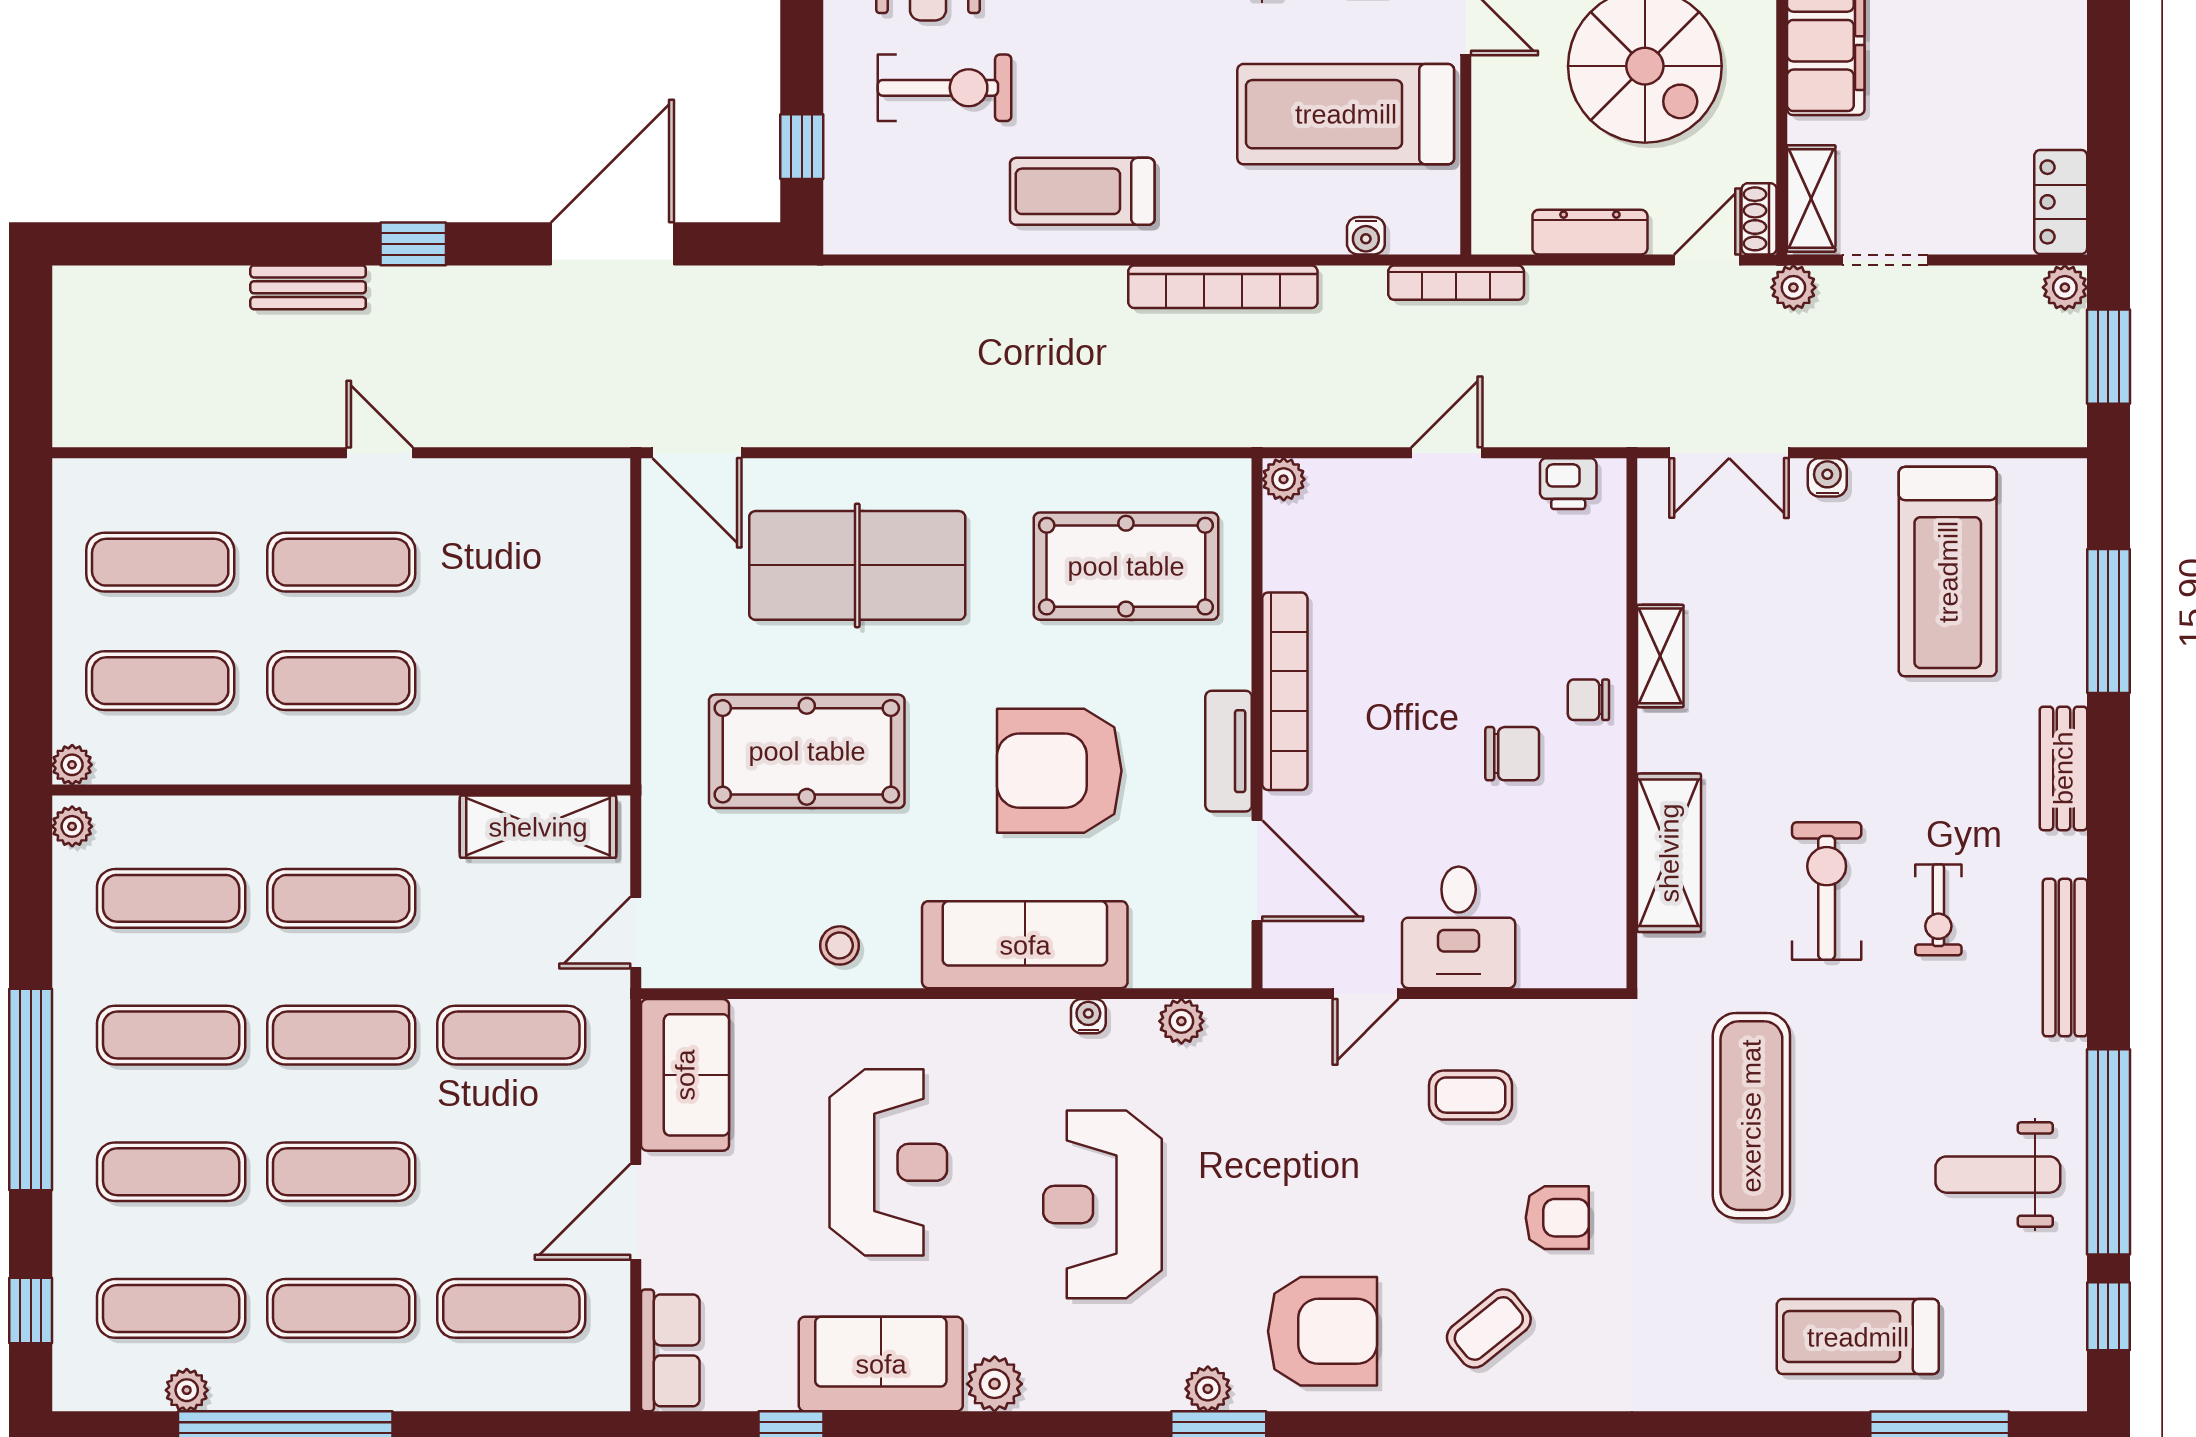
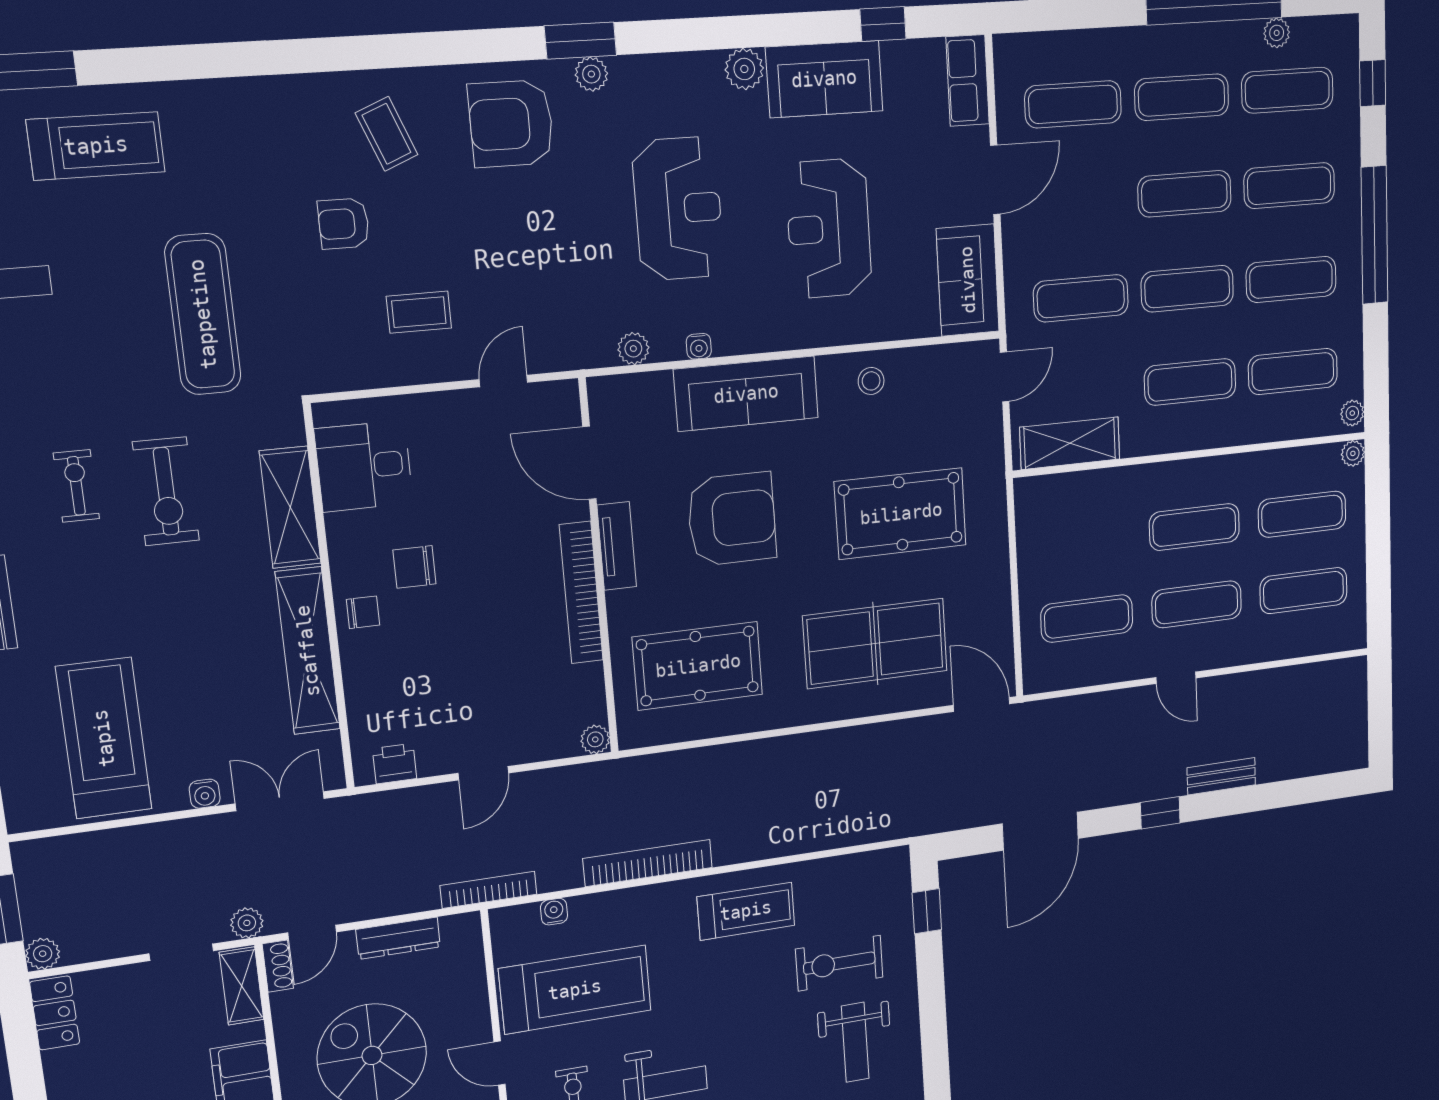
exercise mat: (522, 562) -> (1087, 618), added
shelving: (1660, 656) -> (308, 651), width x2.20, depth x1.33
desk: (1459, 927) -> (364, 466), moved, turned -90
coffee table: (1489, 1328) -> (387, 134), turned -73

